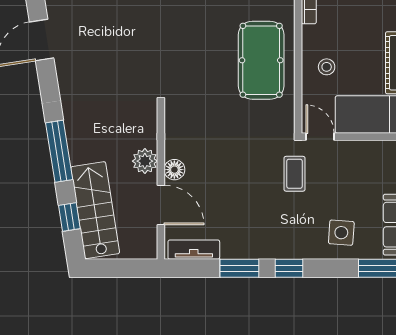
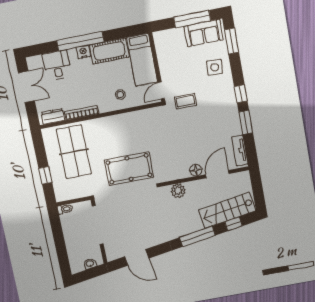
pool table: (261, 60) -> (129, 169), moved
plant: (145, 161) -> (178, 191), moved

